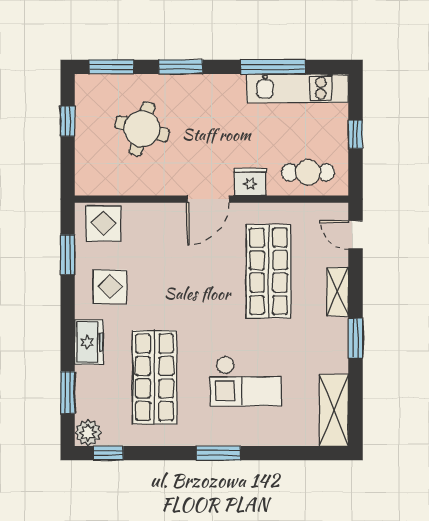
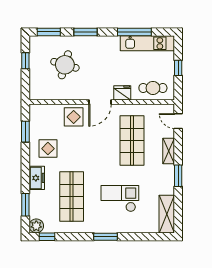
display table: (103, 223) -> (74, 117), moved
checkout: (246, 381) -> (120, 198), turned 180

